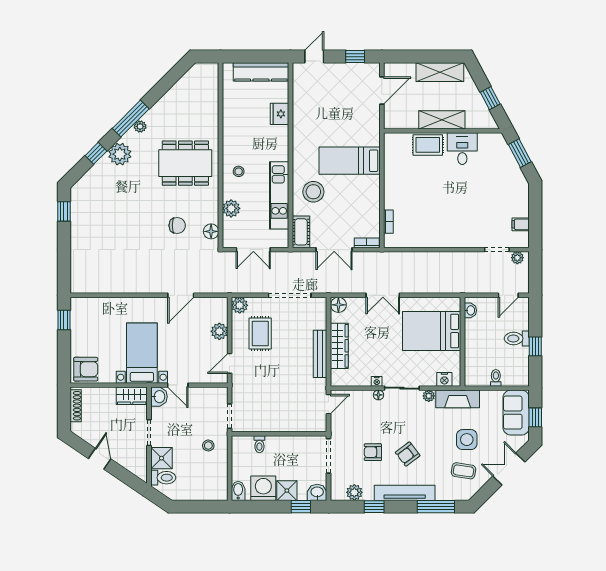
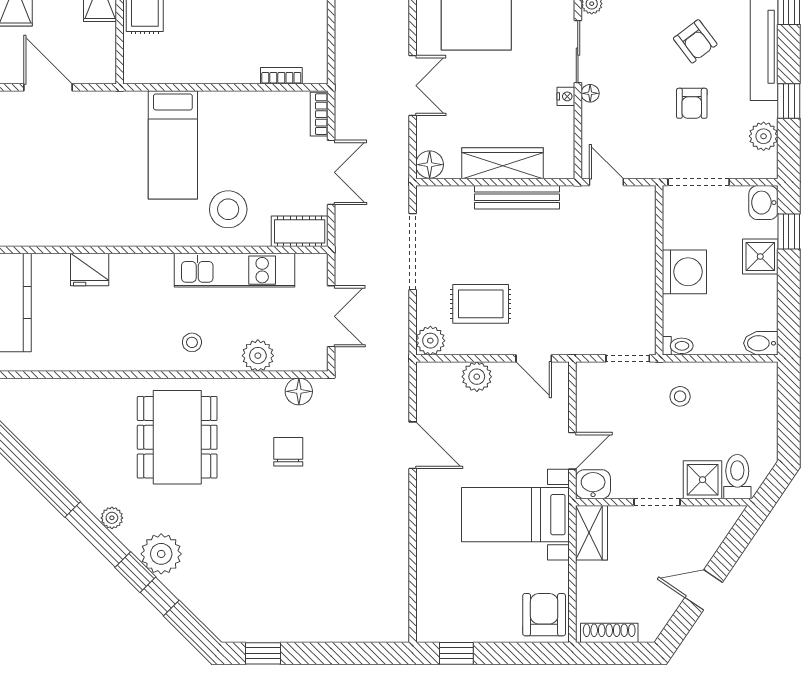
toilet: (259, 444) -> (678, 346), moved
washing machine: (263, 488) -> (684, 272), moved, turned 180

